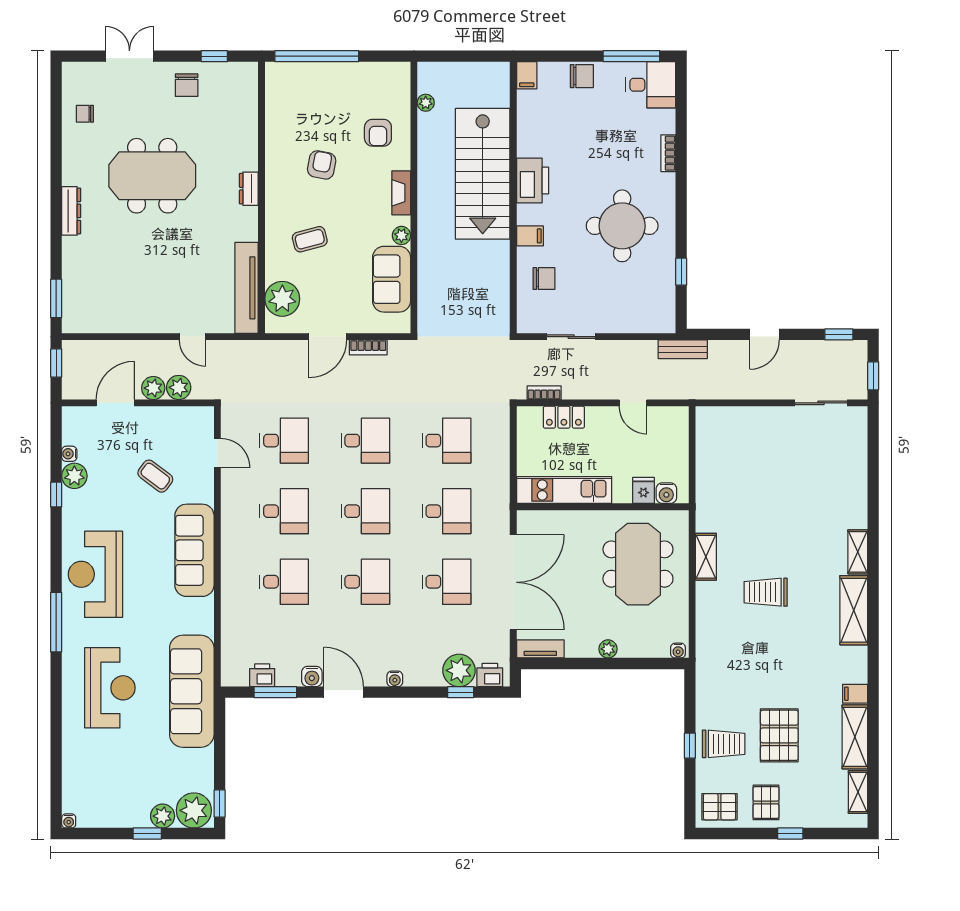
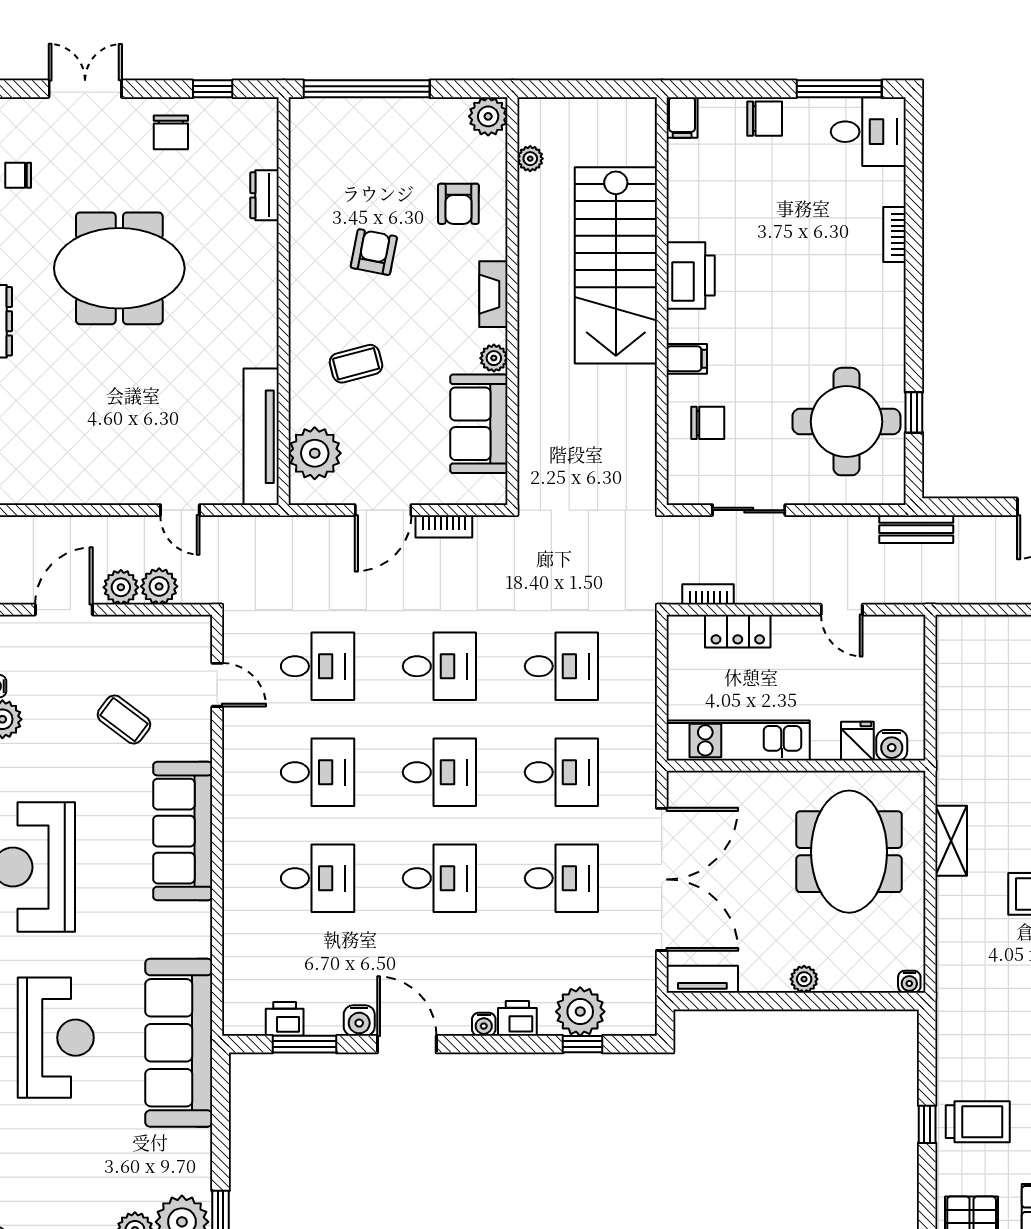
plant: (398, 75) -> (488, 116), added
dresser: (249, 189) -> (265, 195), moved
round table: (622, 226) -> (846, 422), moved
printer: (490, 675) -> (517, 1018), moved

